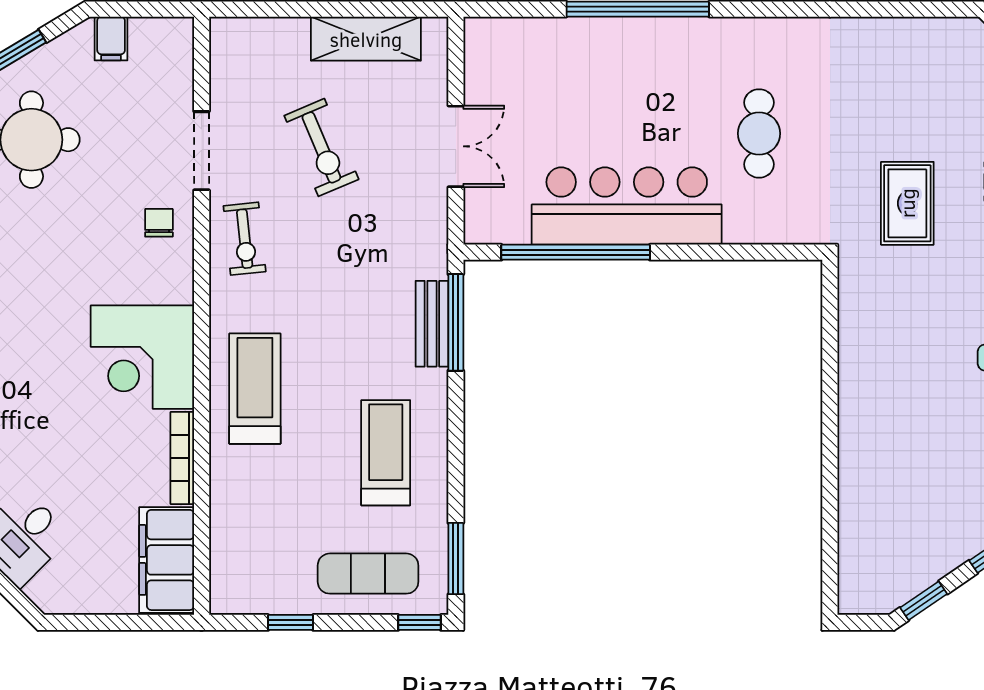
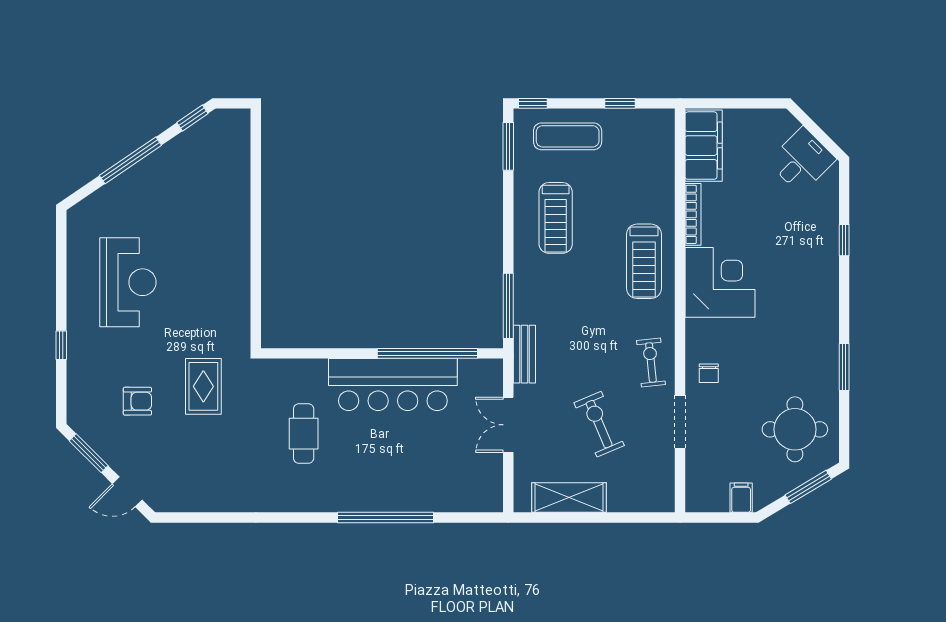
bench: (432, 324) -> (524, 354), moved

